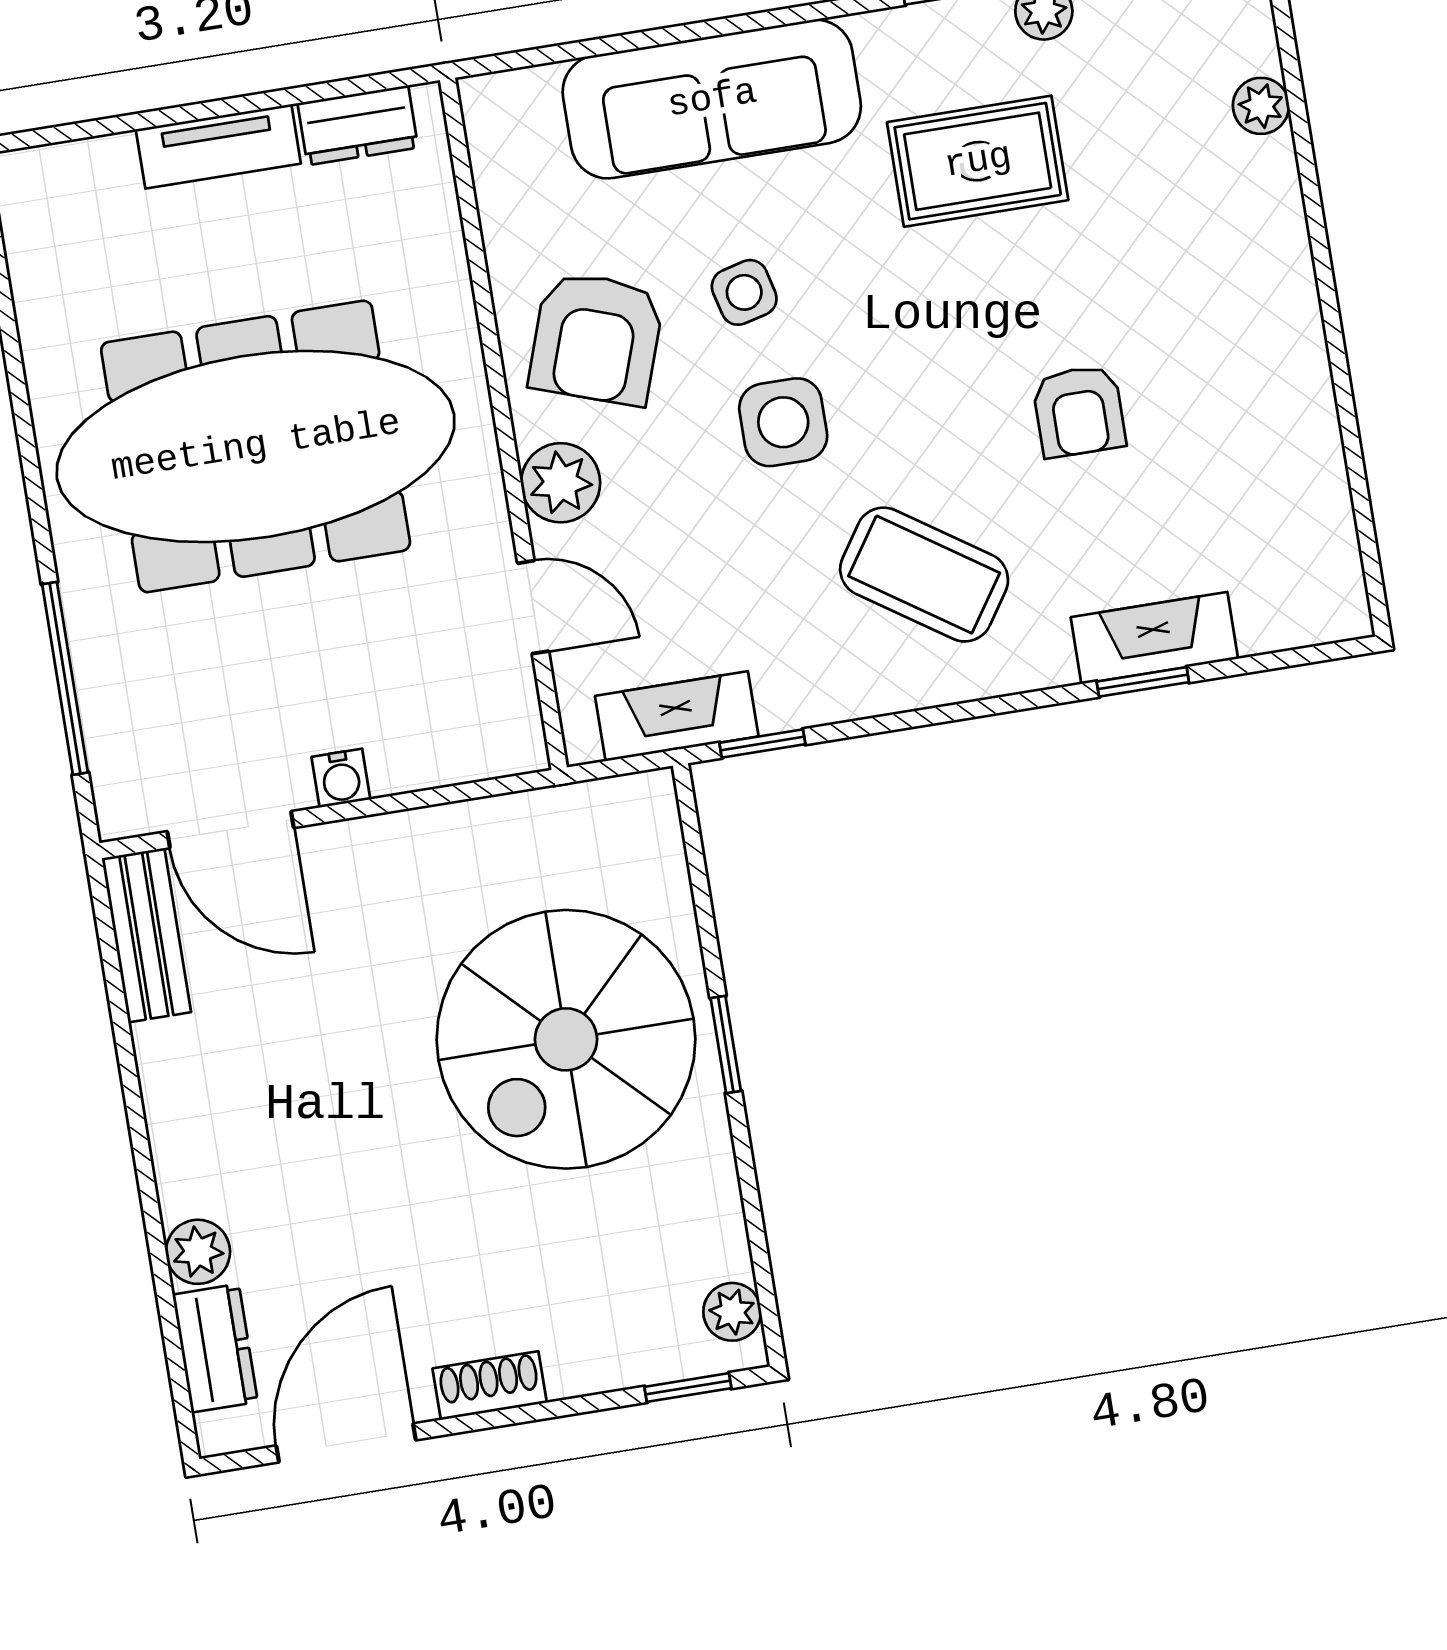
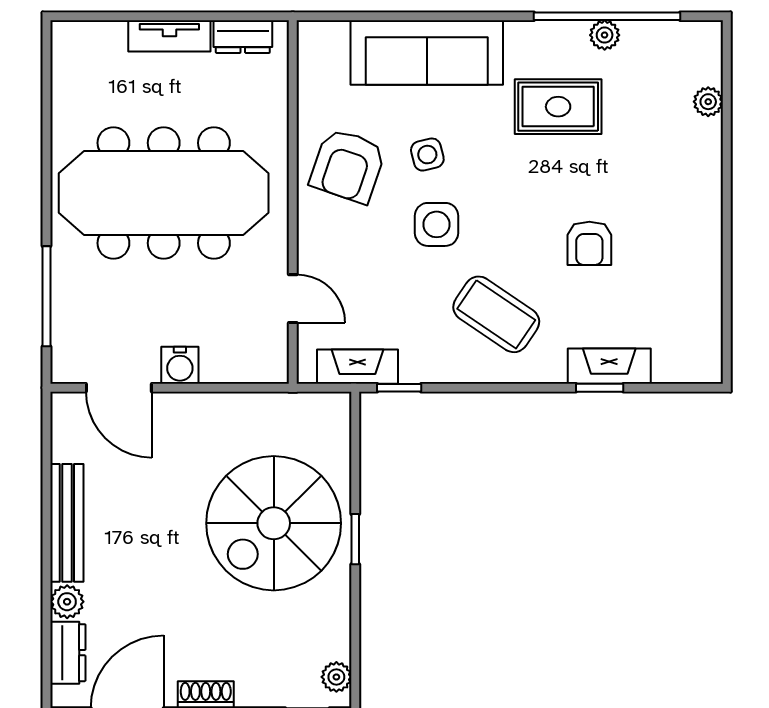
plant: (561, 483) -> (317, 237), removed
water cooler: (341, 778) -> (180, 365), width x1.38, depth x1.38
bench: (146, 935) -> (67, 523), moved, width x1.36

